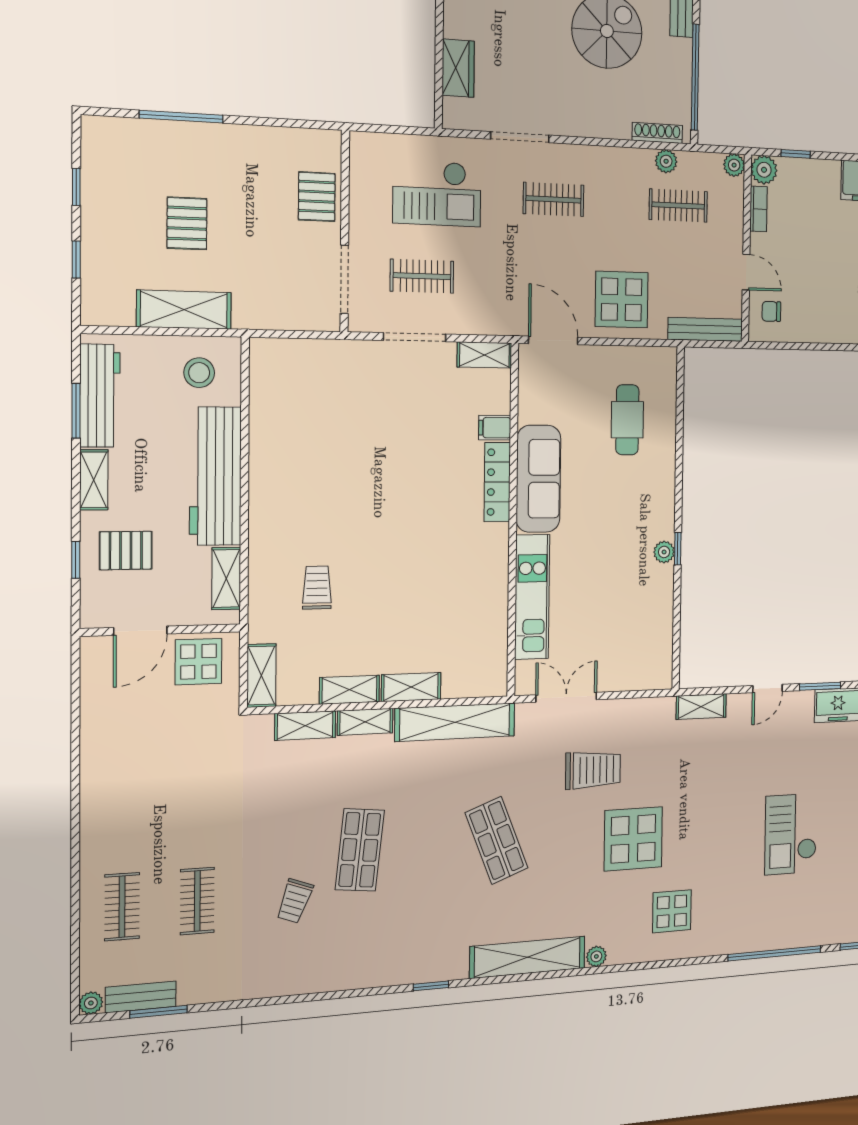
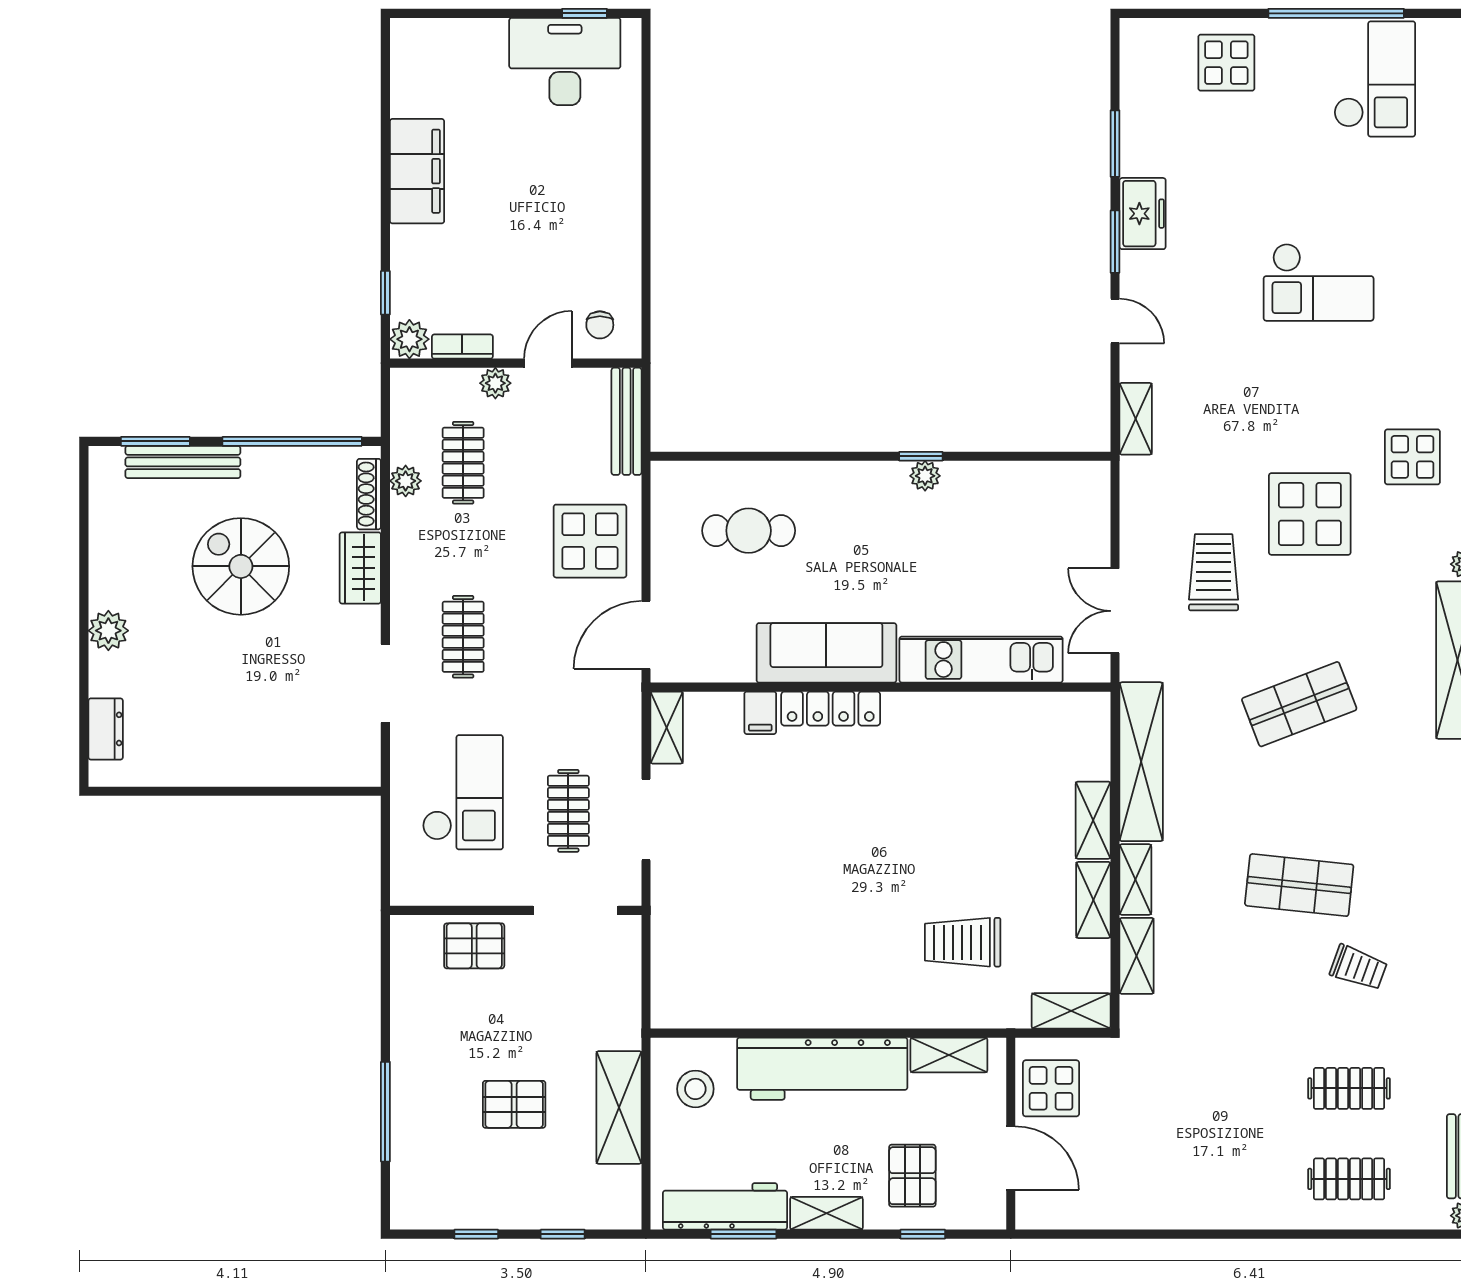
wardrobe: (458, 68) -> (360, 568), moved, turned -90
plant: (734, 165) -> (495, 383), moved
trolley: (317, 588) -> (963, 942), width x1.36, depth x1.39

